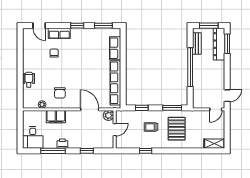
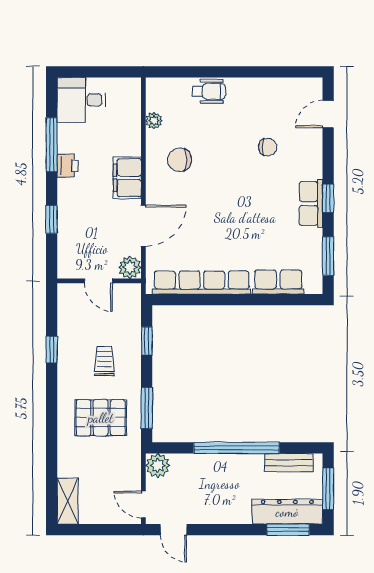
row of seats: (59, 33) -> (311, 203), moved
plant: (198, 103) -> (158, 465), added
filing cabinet: (56, 117) -> (127, 178), moved

